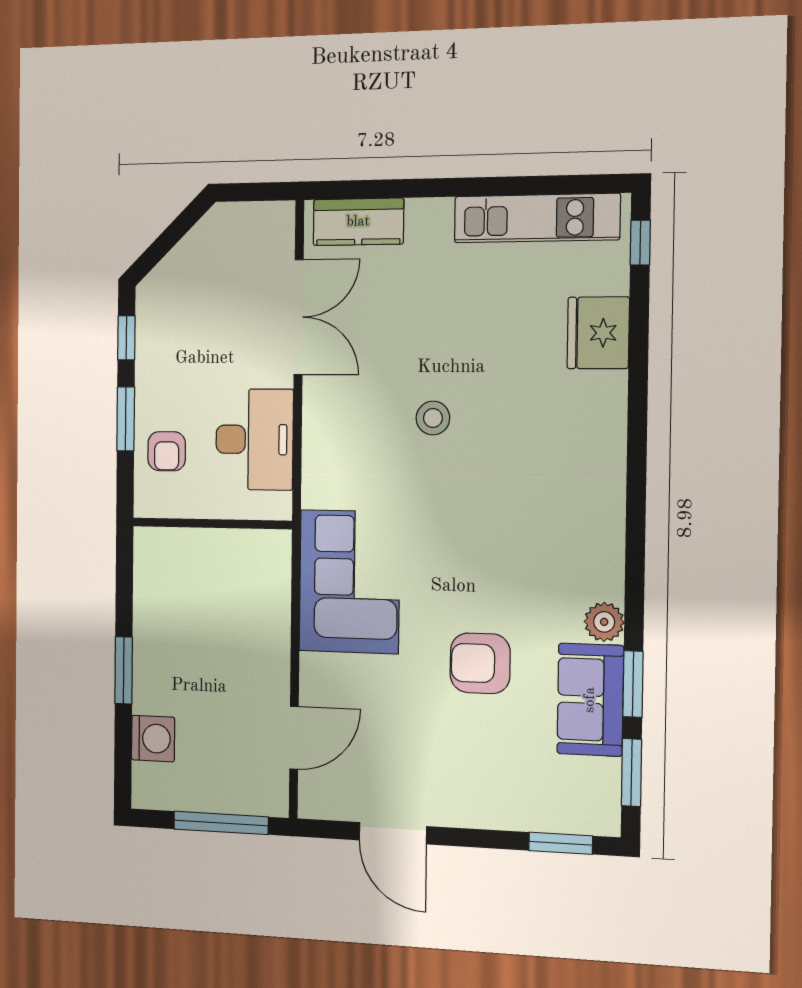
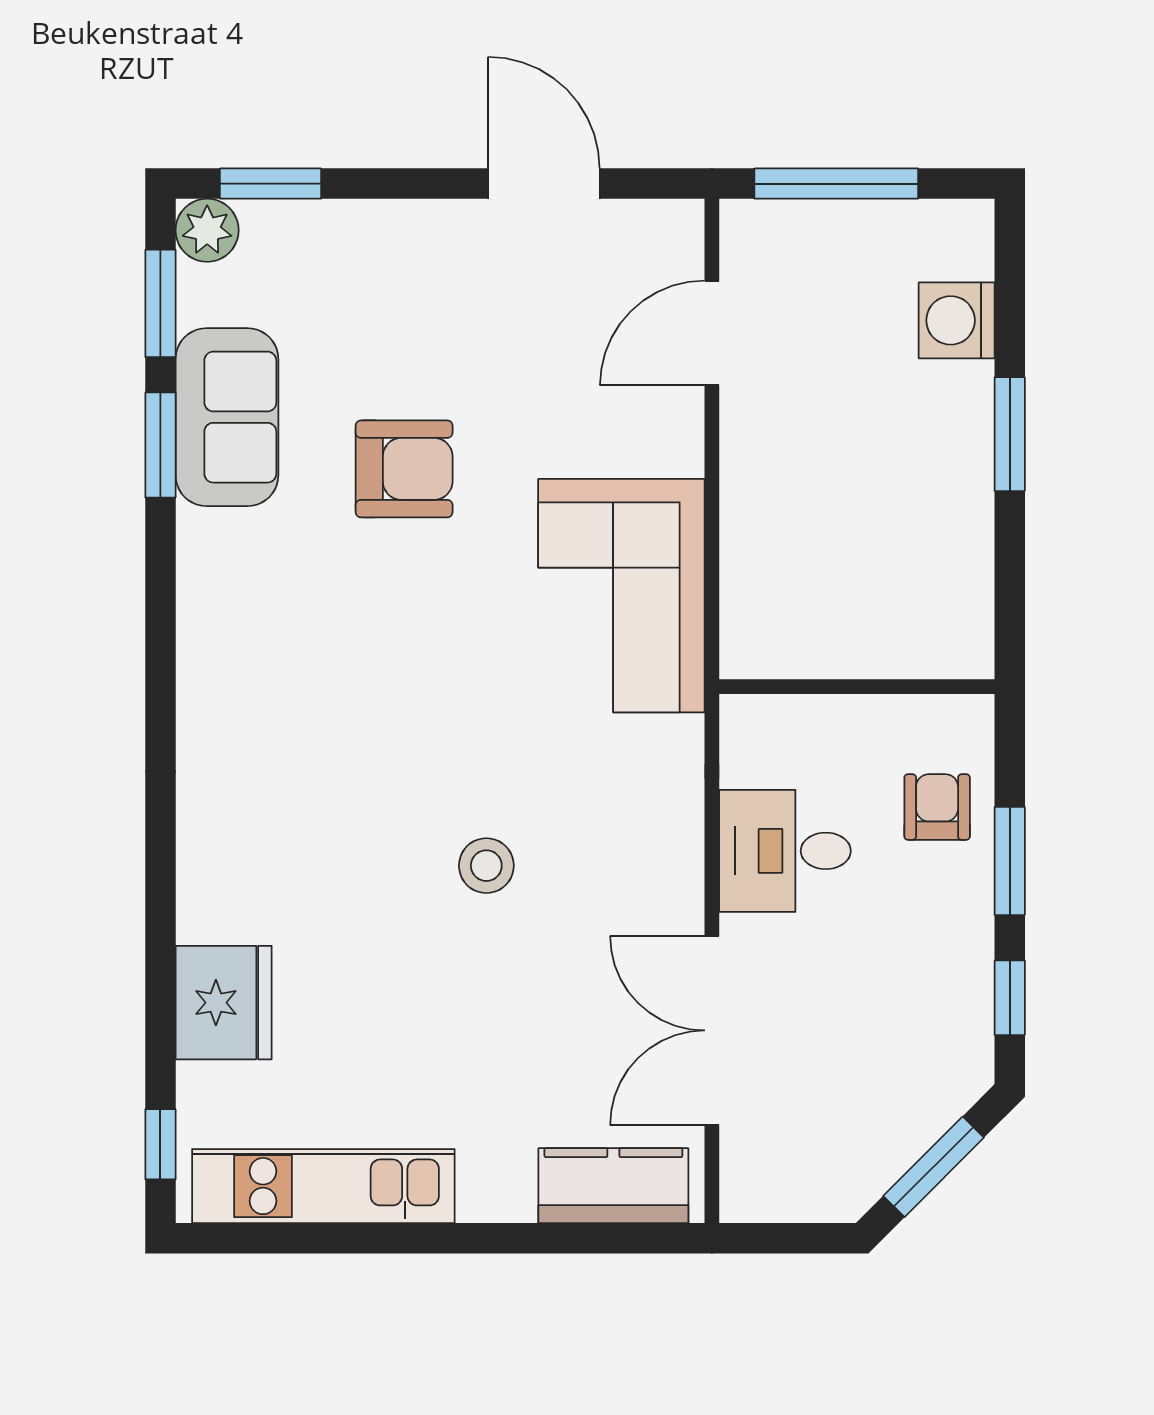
window: (171, 237) -> (934, 1167), added
desk: (254, 439) -> (785, 851), width x0.73
plant: (604, 622) -> (207, 230), moved

